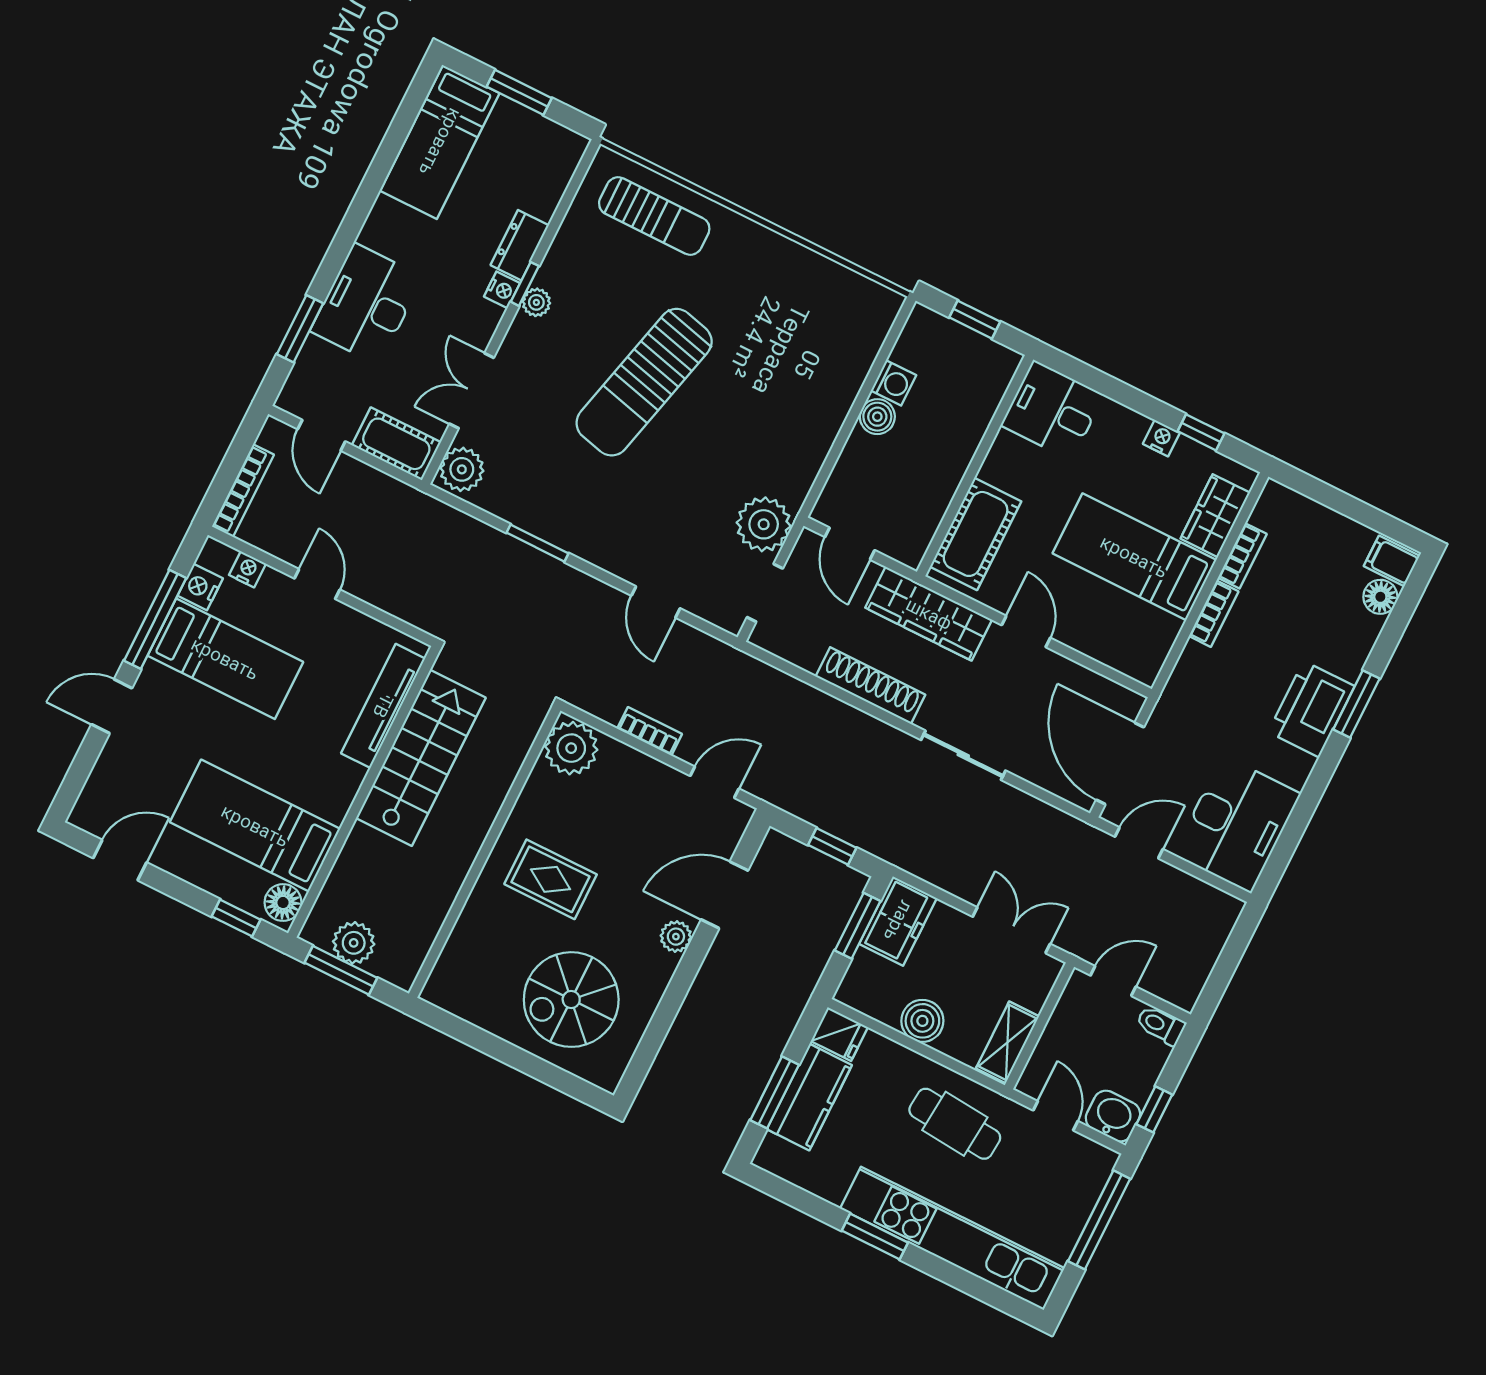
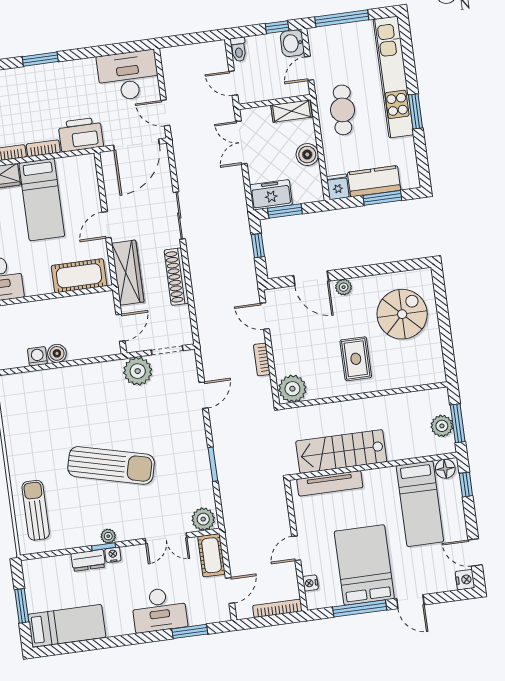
nightstand: (200, 587) -> (465, 580), moved, turned -90
bed: (225, 659) -> (364, 565), width x1.50
printer: (1311, 709) -> (81, 134), moved, turned 180
spiral stairs: (571, 1000) -> (402, 314), turned -90

